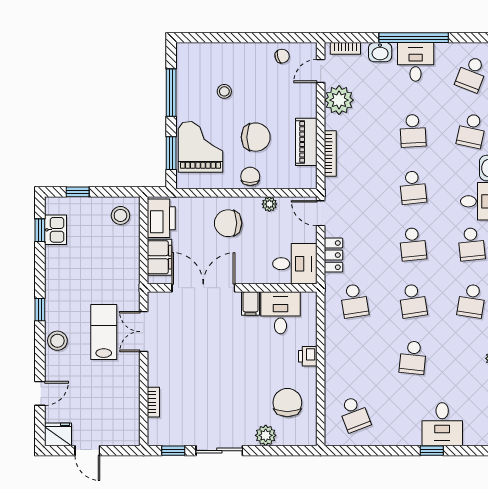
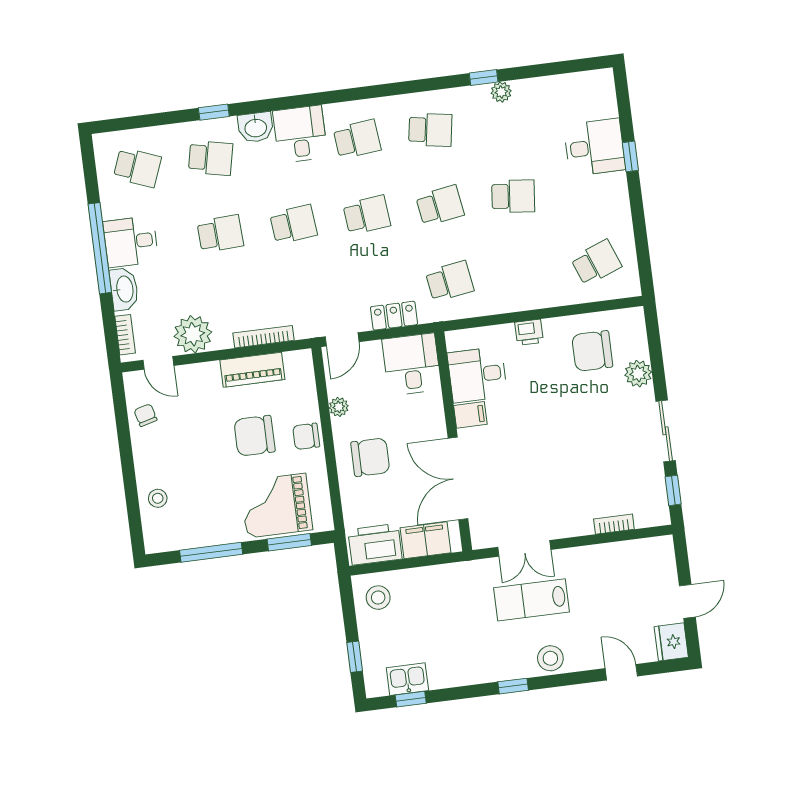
washbasin: (380, 52) -> (124, 289), width x1.38
stool: (224, 91) -> (158, 498), moved
chair: (256, 137) -> (255, 436), turned -90
chair: (228, 223) -> (370, 457), turned -90

